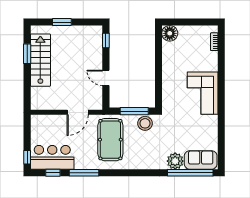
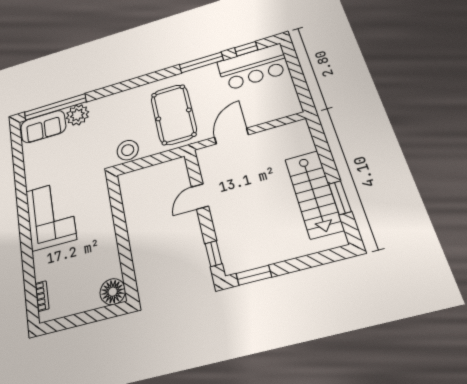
window: (62, 22) -> (254, 275), moved
door: (106, 78) -> (200, 196), swing flipped
window: (134, 111) -> (147, 162), removed
window: (27, 157) -> (290, 56), removed

